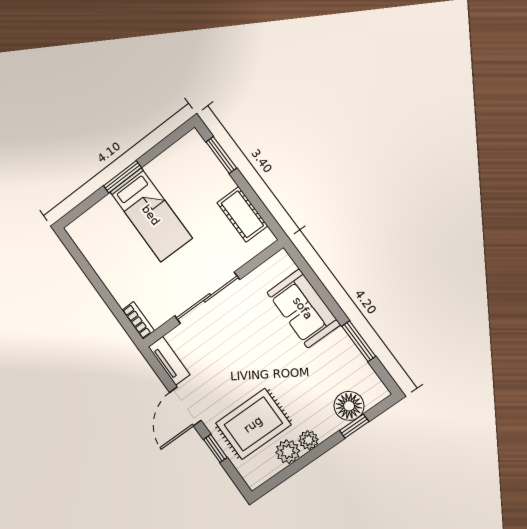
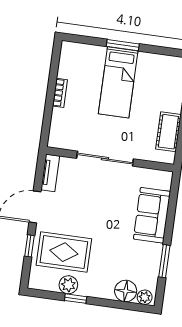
bookcase: (138, 320) -> (60, 93), moved
window: (354, 426) -> (76, 299), moved
plant: (309, 440) -> (145, 297), moved

